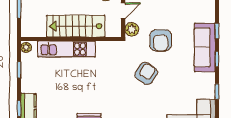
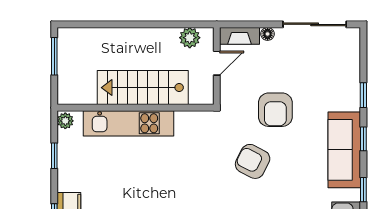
plant: (132, 29) -> (230, 93), removed
sofa: (205, 47) -> (344, 150), moved
armchair: (146, 73) -> (253, 161), turned -96

